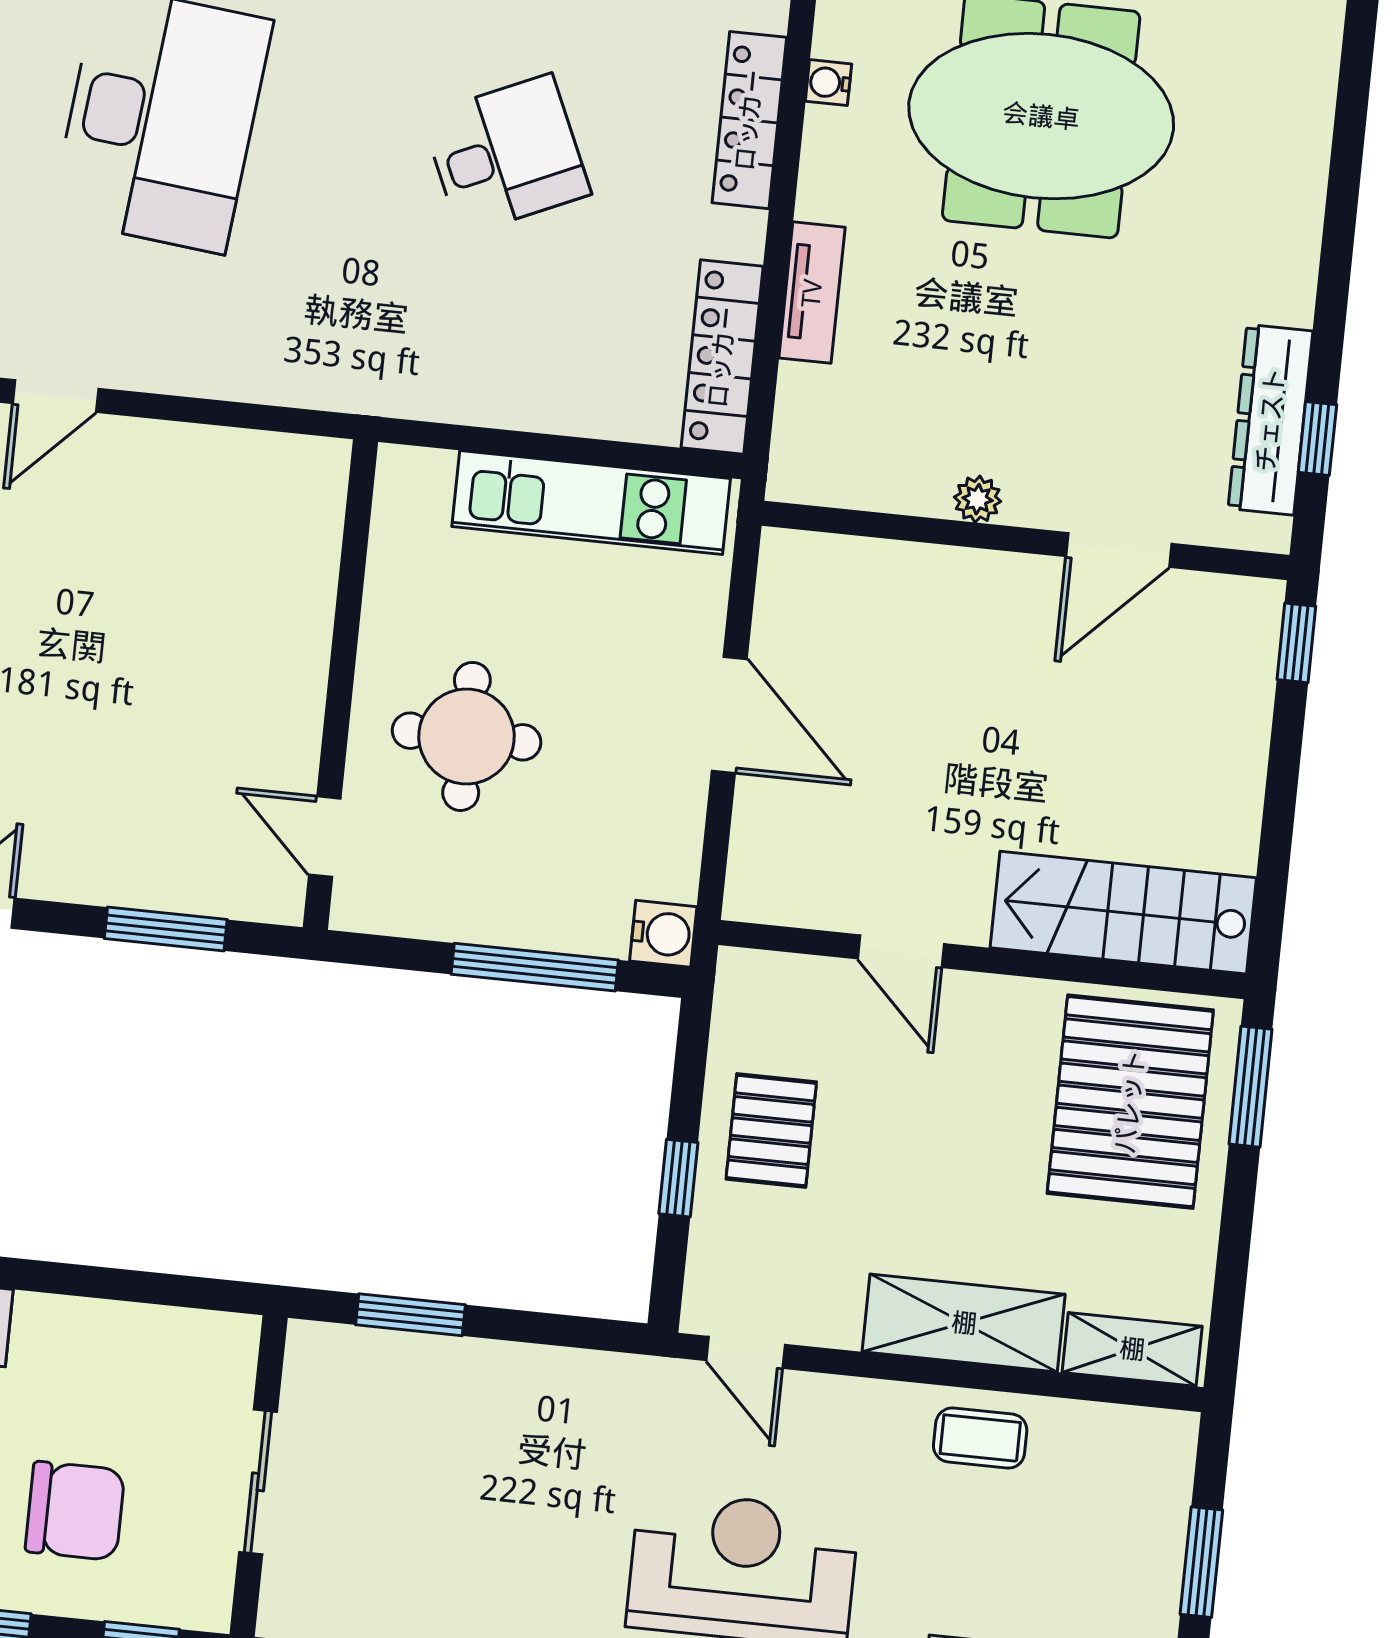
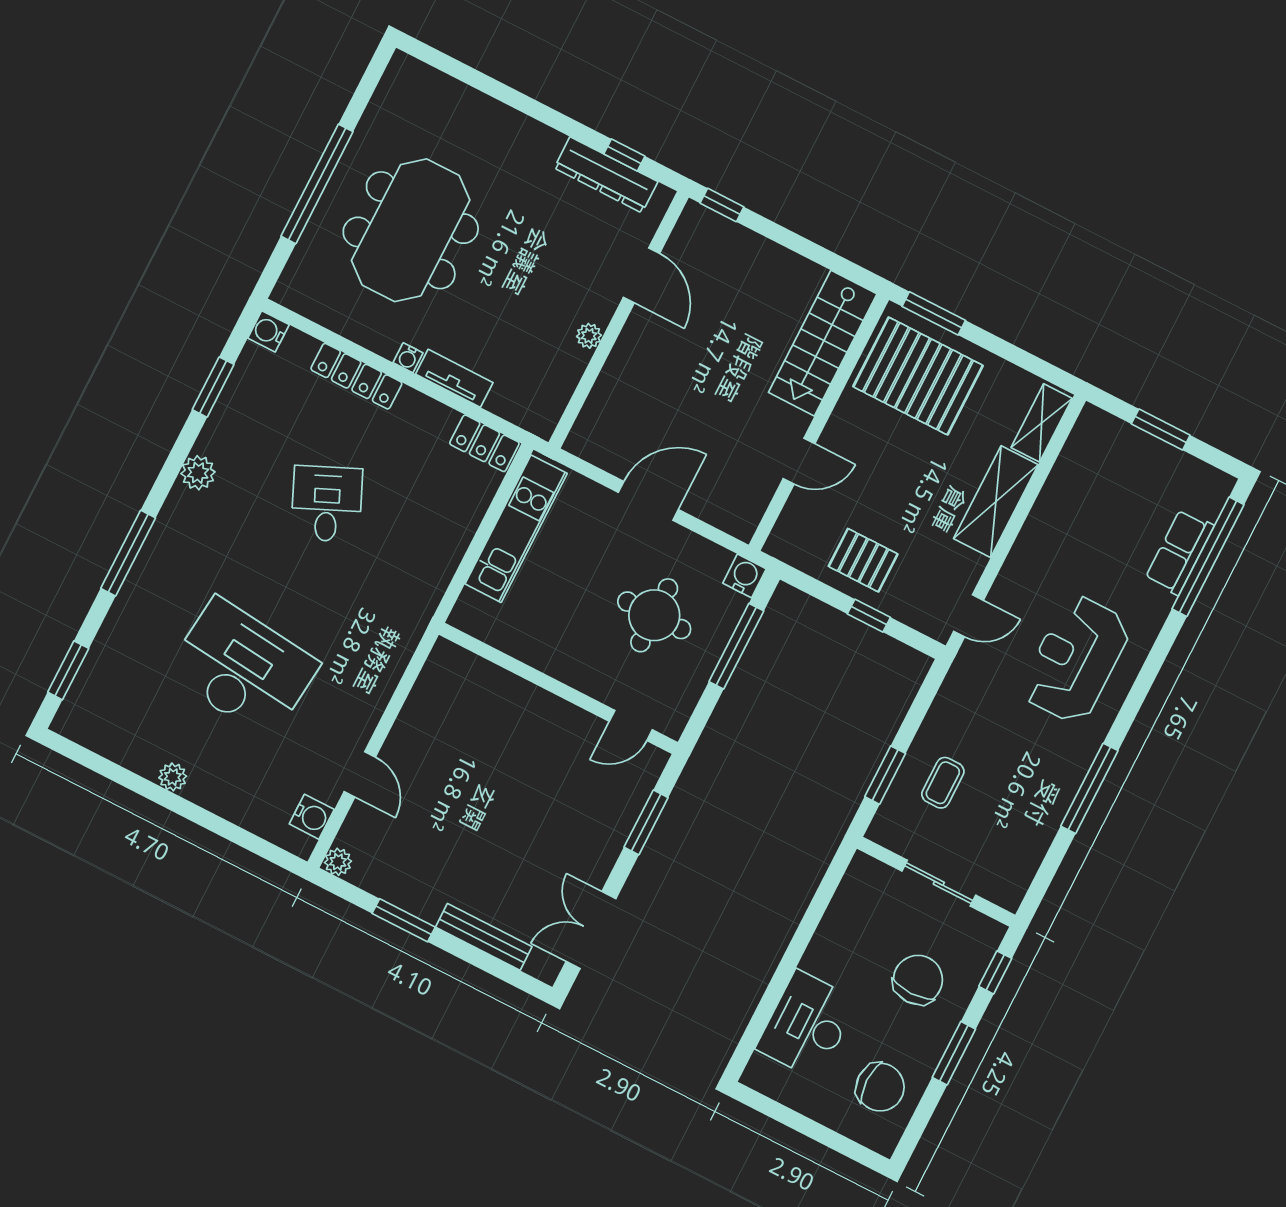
water cooler: (828, 83) -> (408, 358), moved
locker: (722, 357) -> (484, 443), width x0.66
round table: (467, 736) -> (654, 615), moved
coffee table: (980, 1438) -> (943, 783), moved

